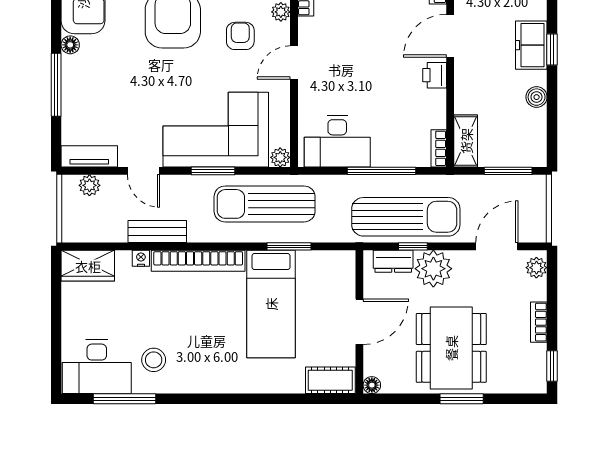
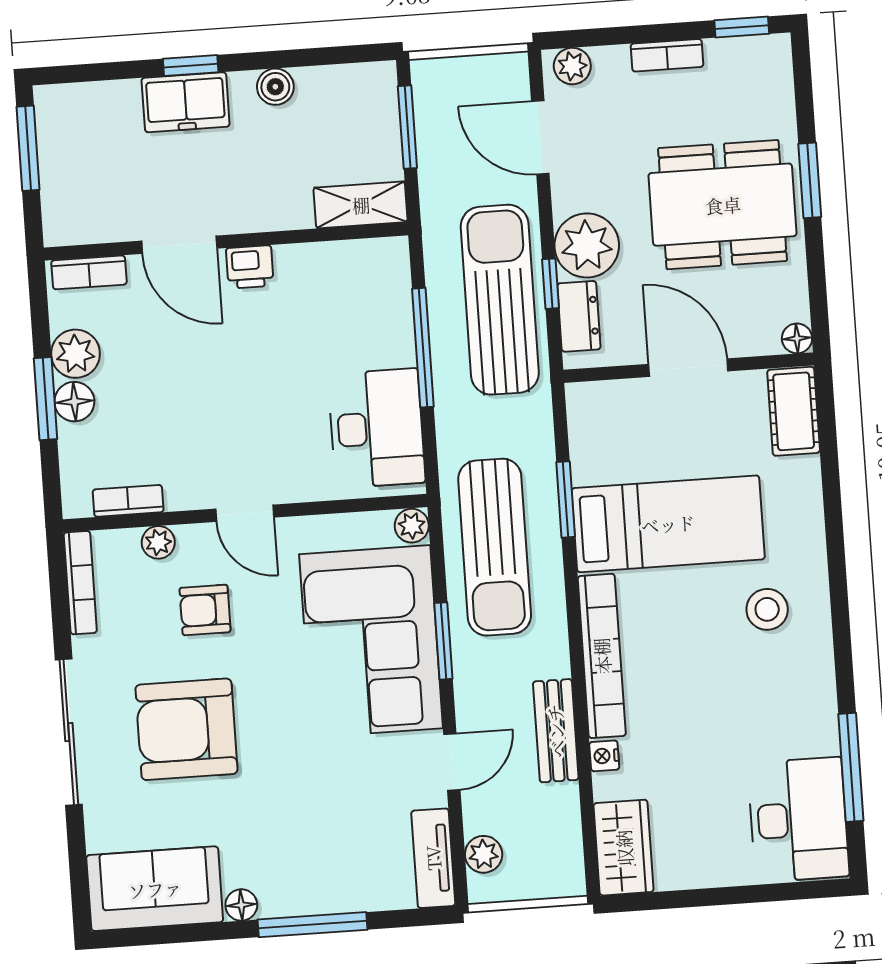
bookcase: (439, 148) -> (377, 251), removed
stool: (154, 360) -> (767, 609), moved

